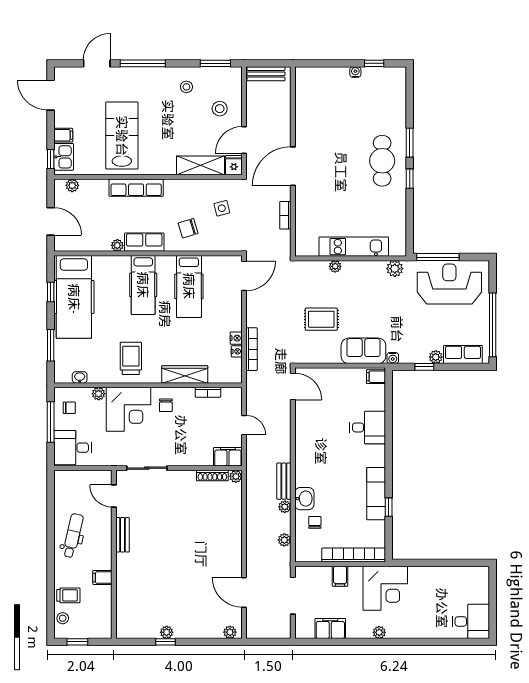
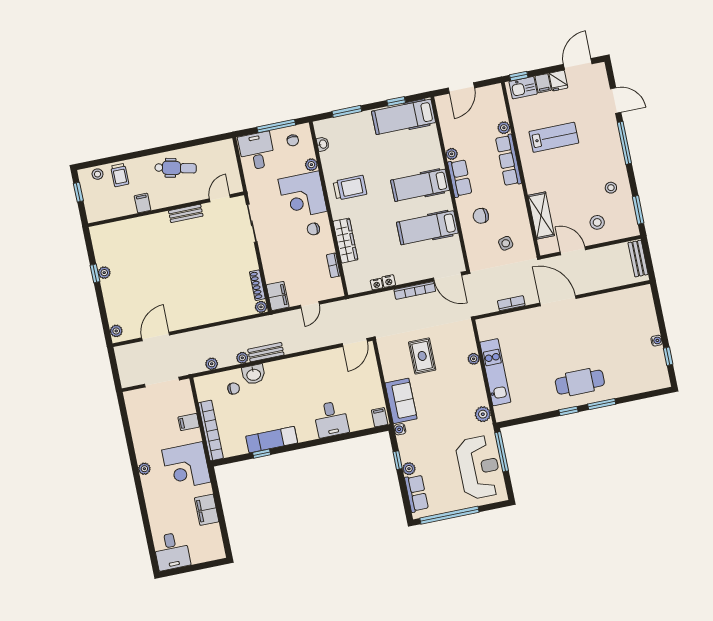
lab bench: (122, 136) -> (554, 137), width x0.73, depth x0.72
fridge: (234, 165) -> (558, 81), moved, turned 90
plant: (72, 185) -> (504, 128), moved
chair: (188, 228) -> (481, 216), turned -73
hospital bed: (74, 297) -> (404, 117), width x0.73, depth x0.78
bookcase: (251, 349) -> (415, 290), moved
filing cabinet: (330, 629) -> (207, 510), moved, turned 180

